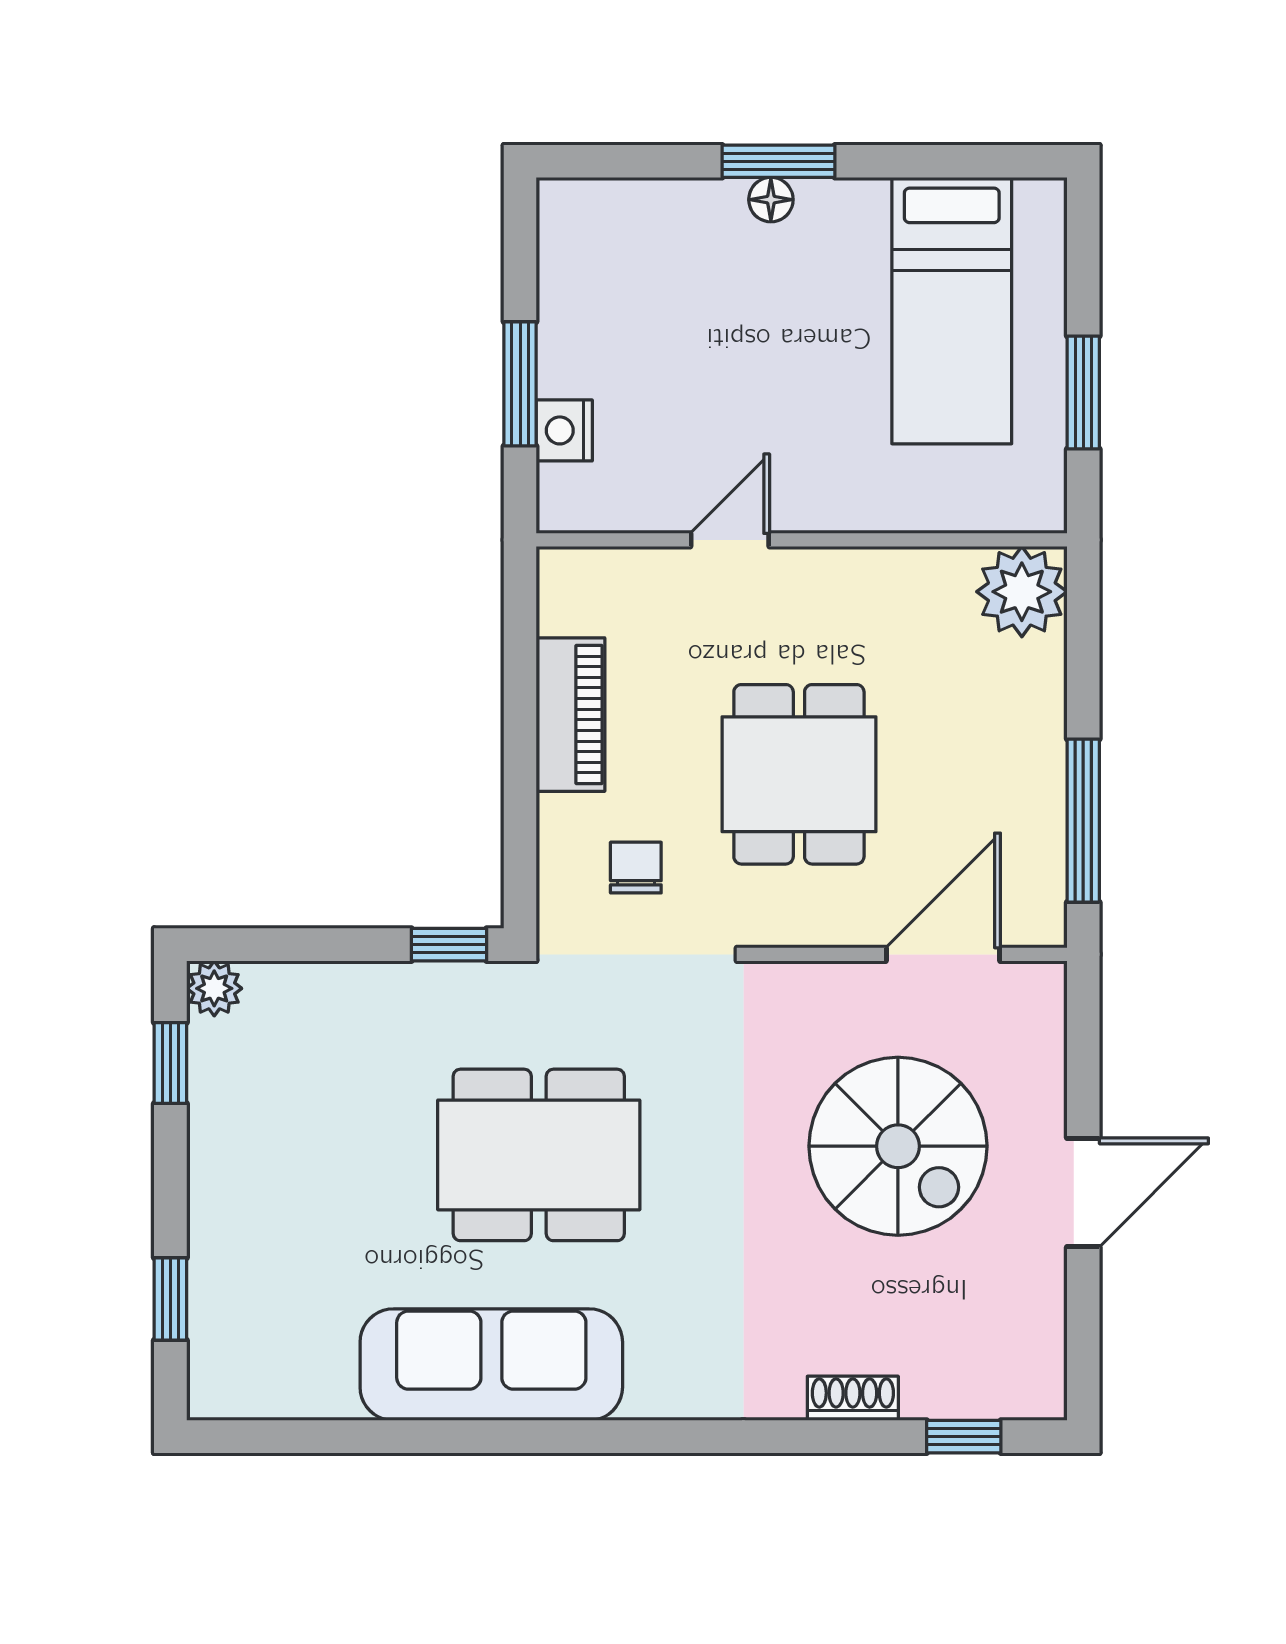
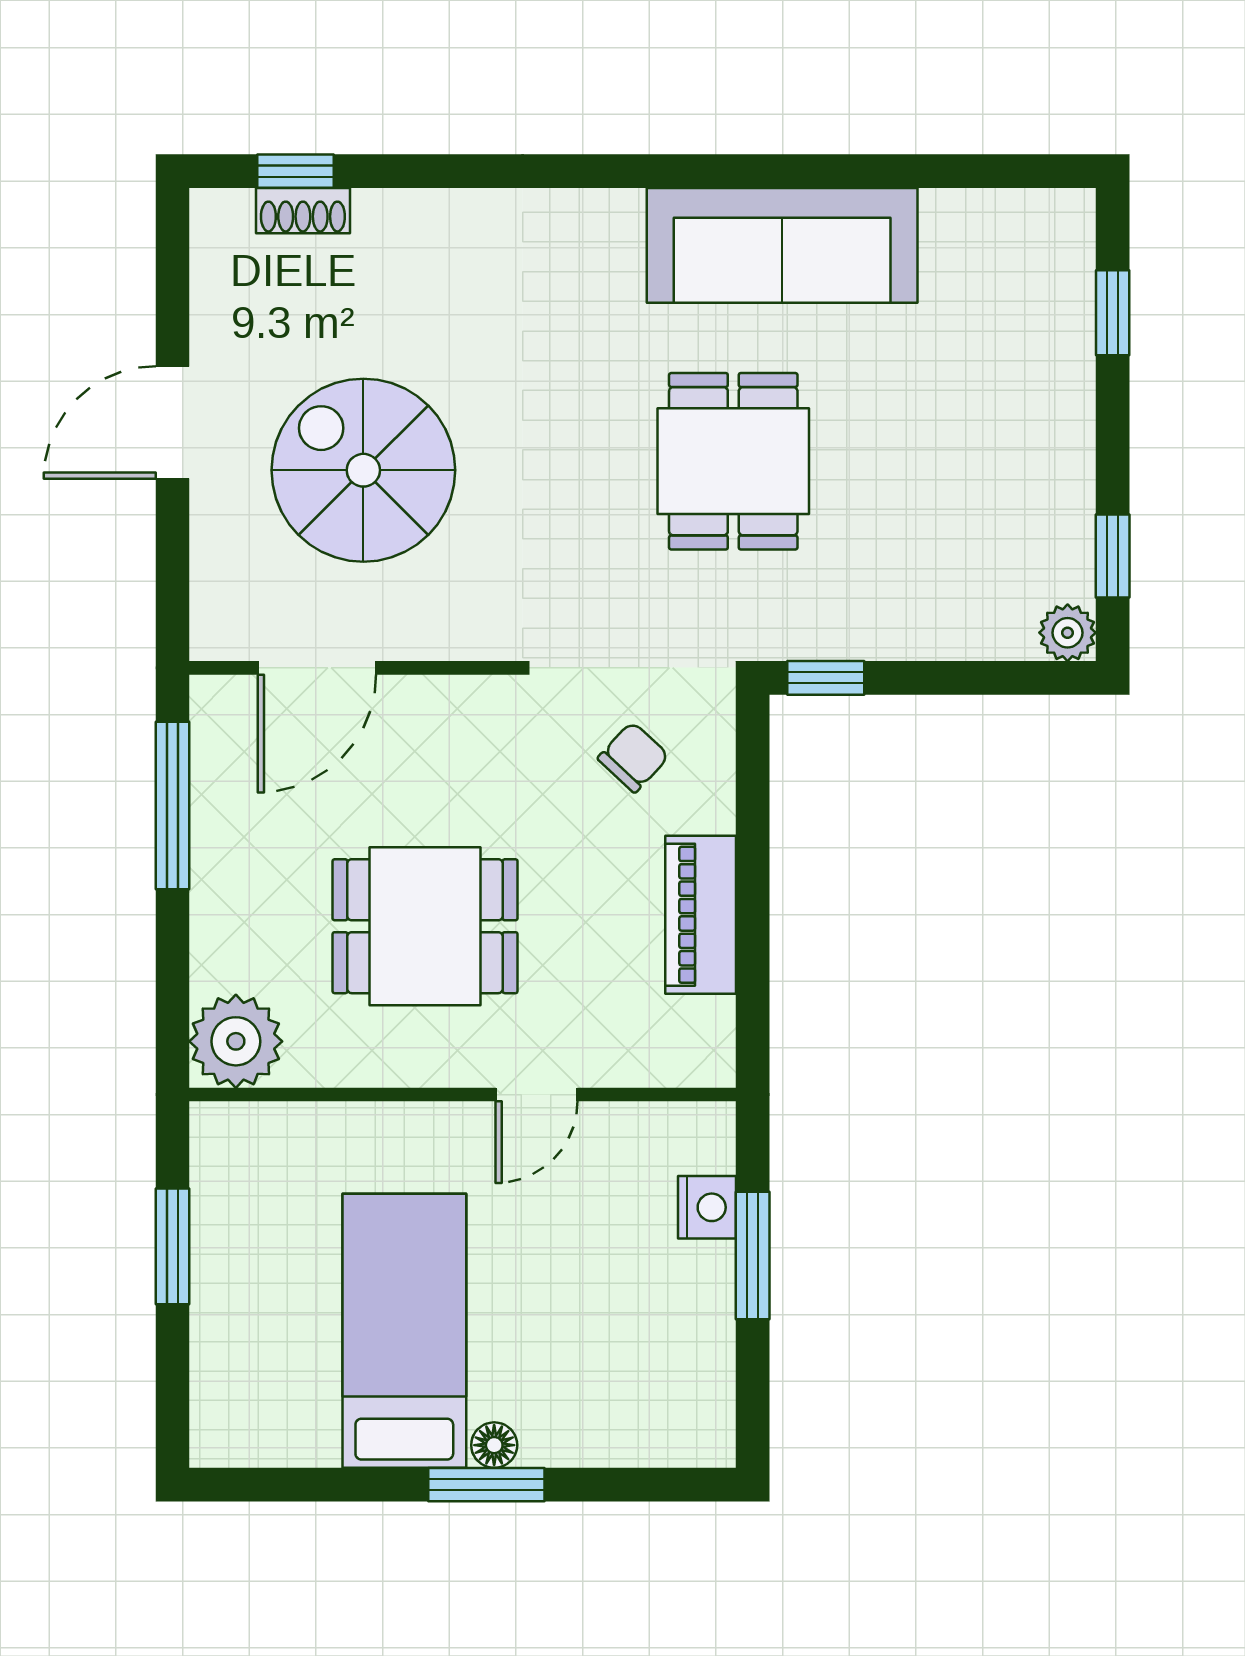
bed: (952, 311) -> (404, 1331), moved
dining table: (799, 774) -> (425, 926), moved, turned 90
chair: (636, 868) -> (633, 757), turned -137
dining table: (539, 1155) -> (733, 461), width x0.73
shoe rack: (853, 1398) -> (303, 211), moved

